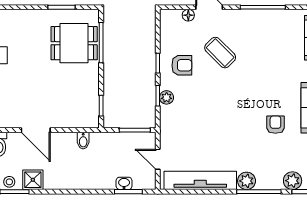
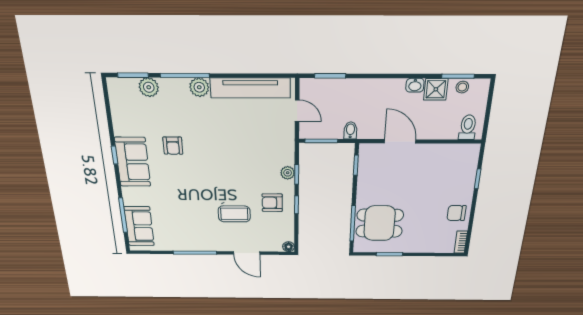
floor lamp: (188, 15) -> (289, 247), moved
coffee table: (220, 53) -> (234, 214), turned -45
door: (36, 130) -> (400, 141), moved
bidet: (83, 141) -> (350, 130), moved
washbasin: (124, 183) -> (415, 85), moved

